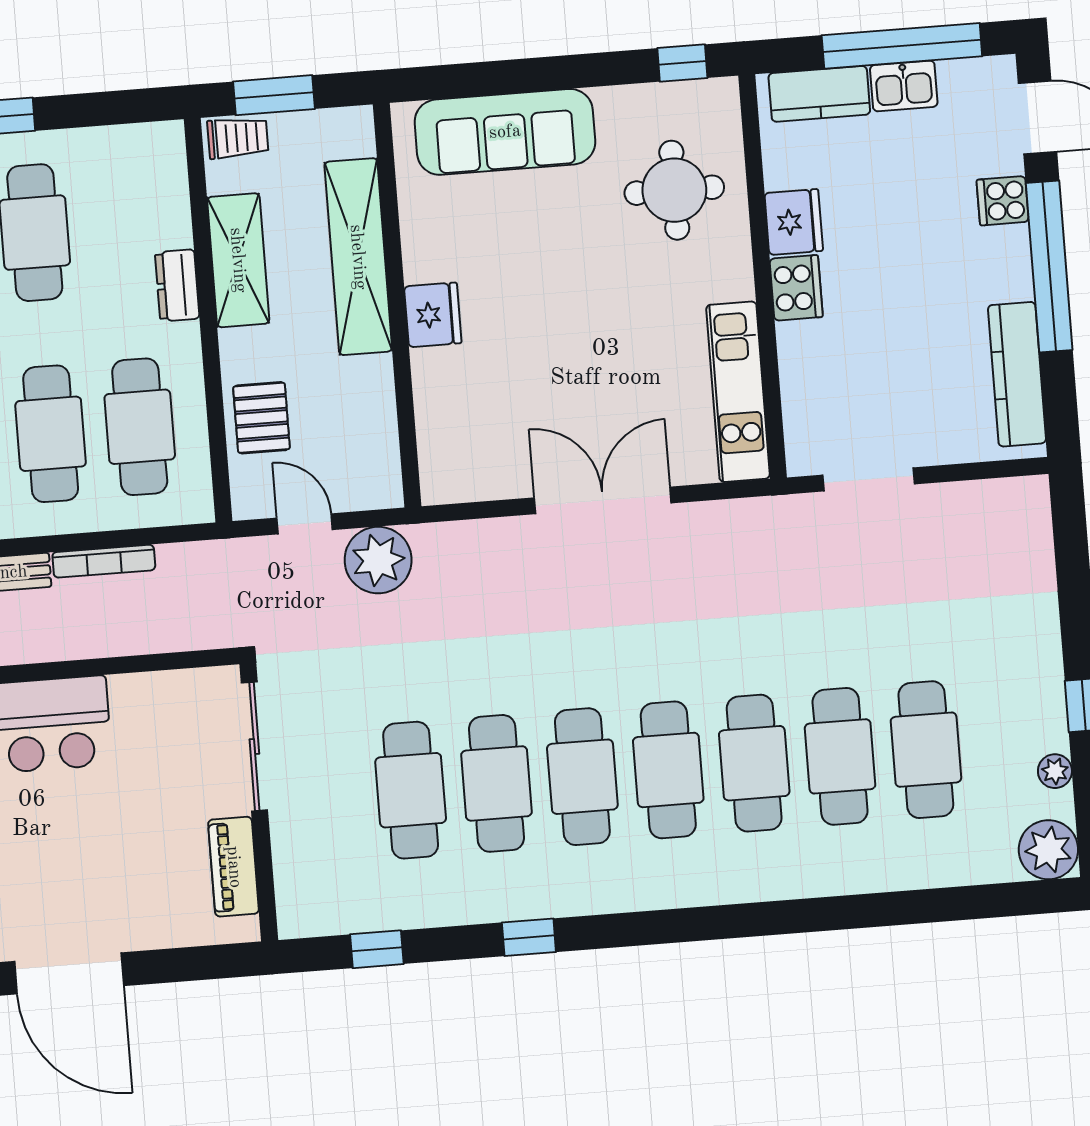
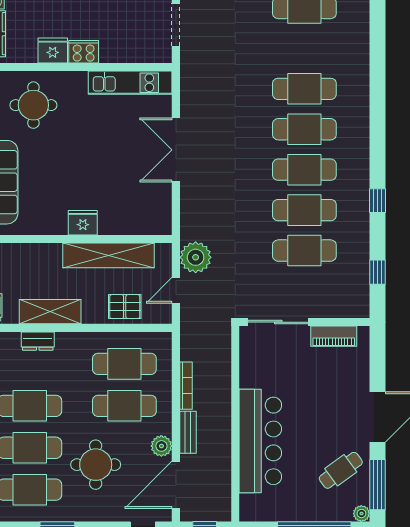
shelving: (358, 257) -> (108, 255), moved
dresser: (177, 285) -> (38, 341), moved
cafe table: (840, 756) -> (304, 48), removed

